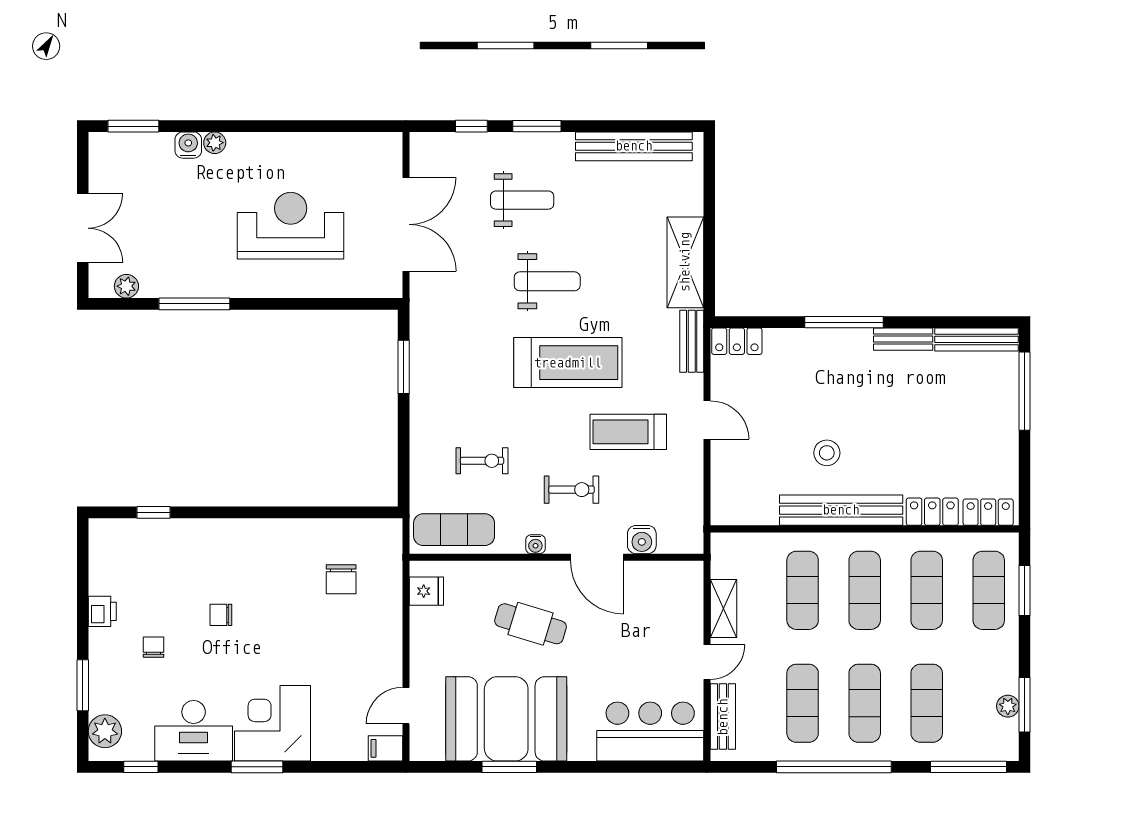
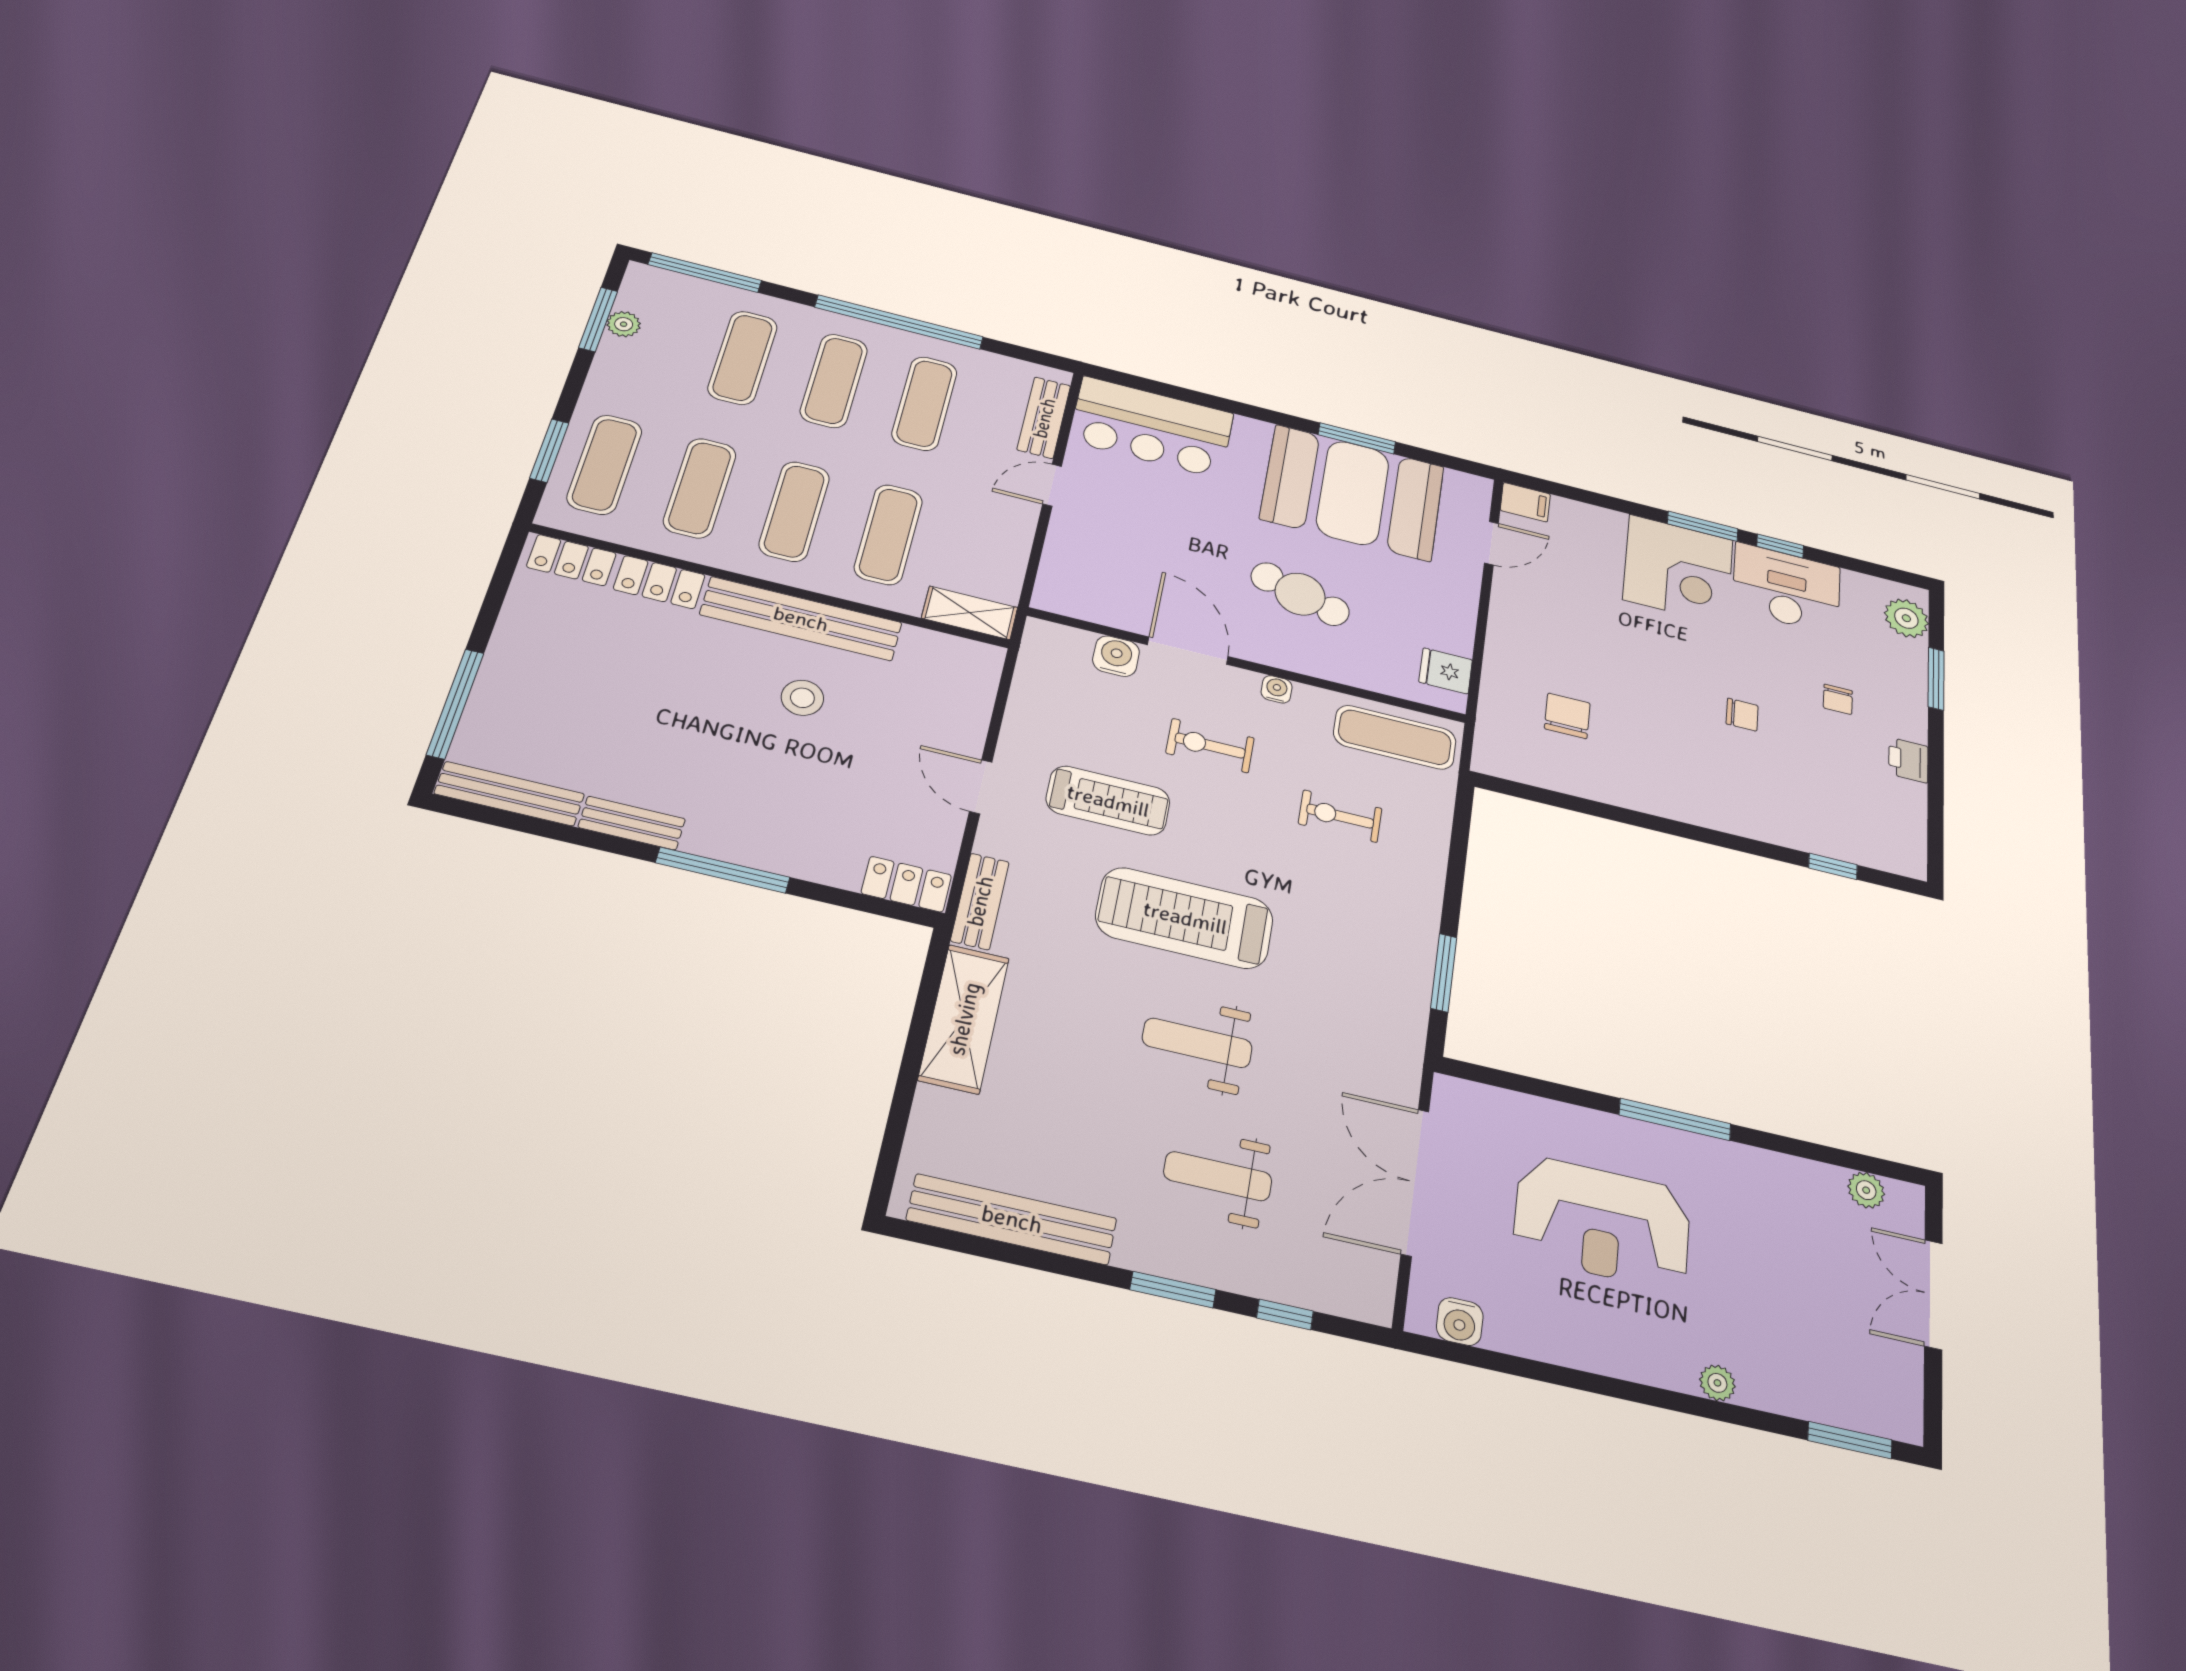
water cooler: (188, 145) -> (1460, 1321), moved
window: (194, 304) -> (1675, 1119), moved
shelving: (723, 609) -> (970, 613), moved, turned 90
window: (141, 767) -> (1780, 546), moved

